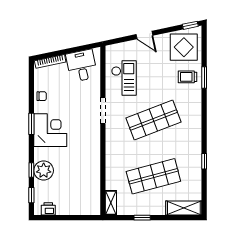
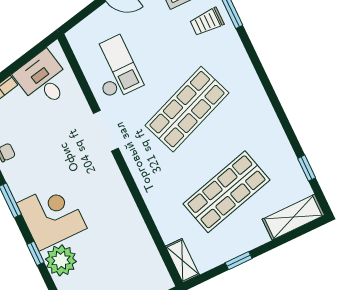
corner desk: (50, 130) -> (52, 216), moved
window: (204, 161) -> (307, 168), moved
window: (31, 170) -> (36, 253), moved

